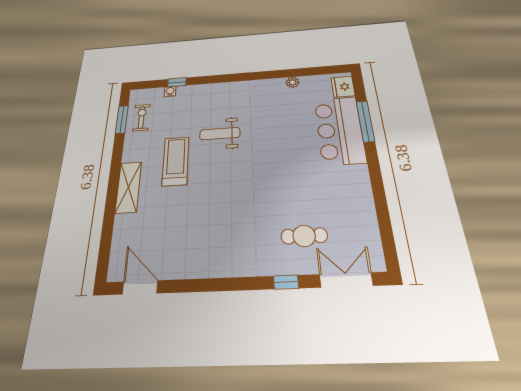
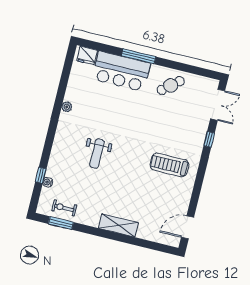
plant: (292, 82) -> (67, 107), moved
window: (365, 121) -> (139, 56), moved
treadmill: (176, 161) -> (169, 165), moved
cafe table: (304, 236) -> (171, 85), moved, turned 50
double door: (346, 280) -> (218, 105), swing flipped

